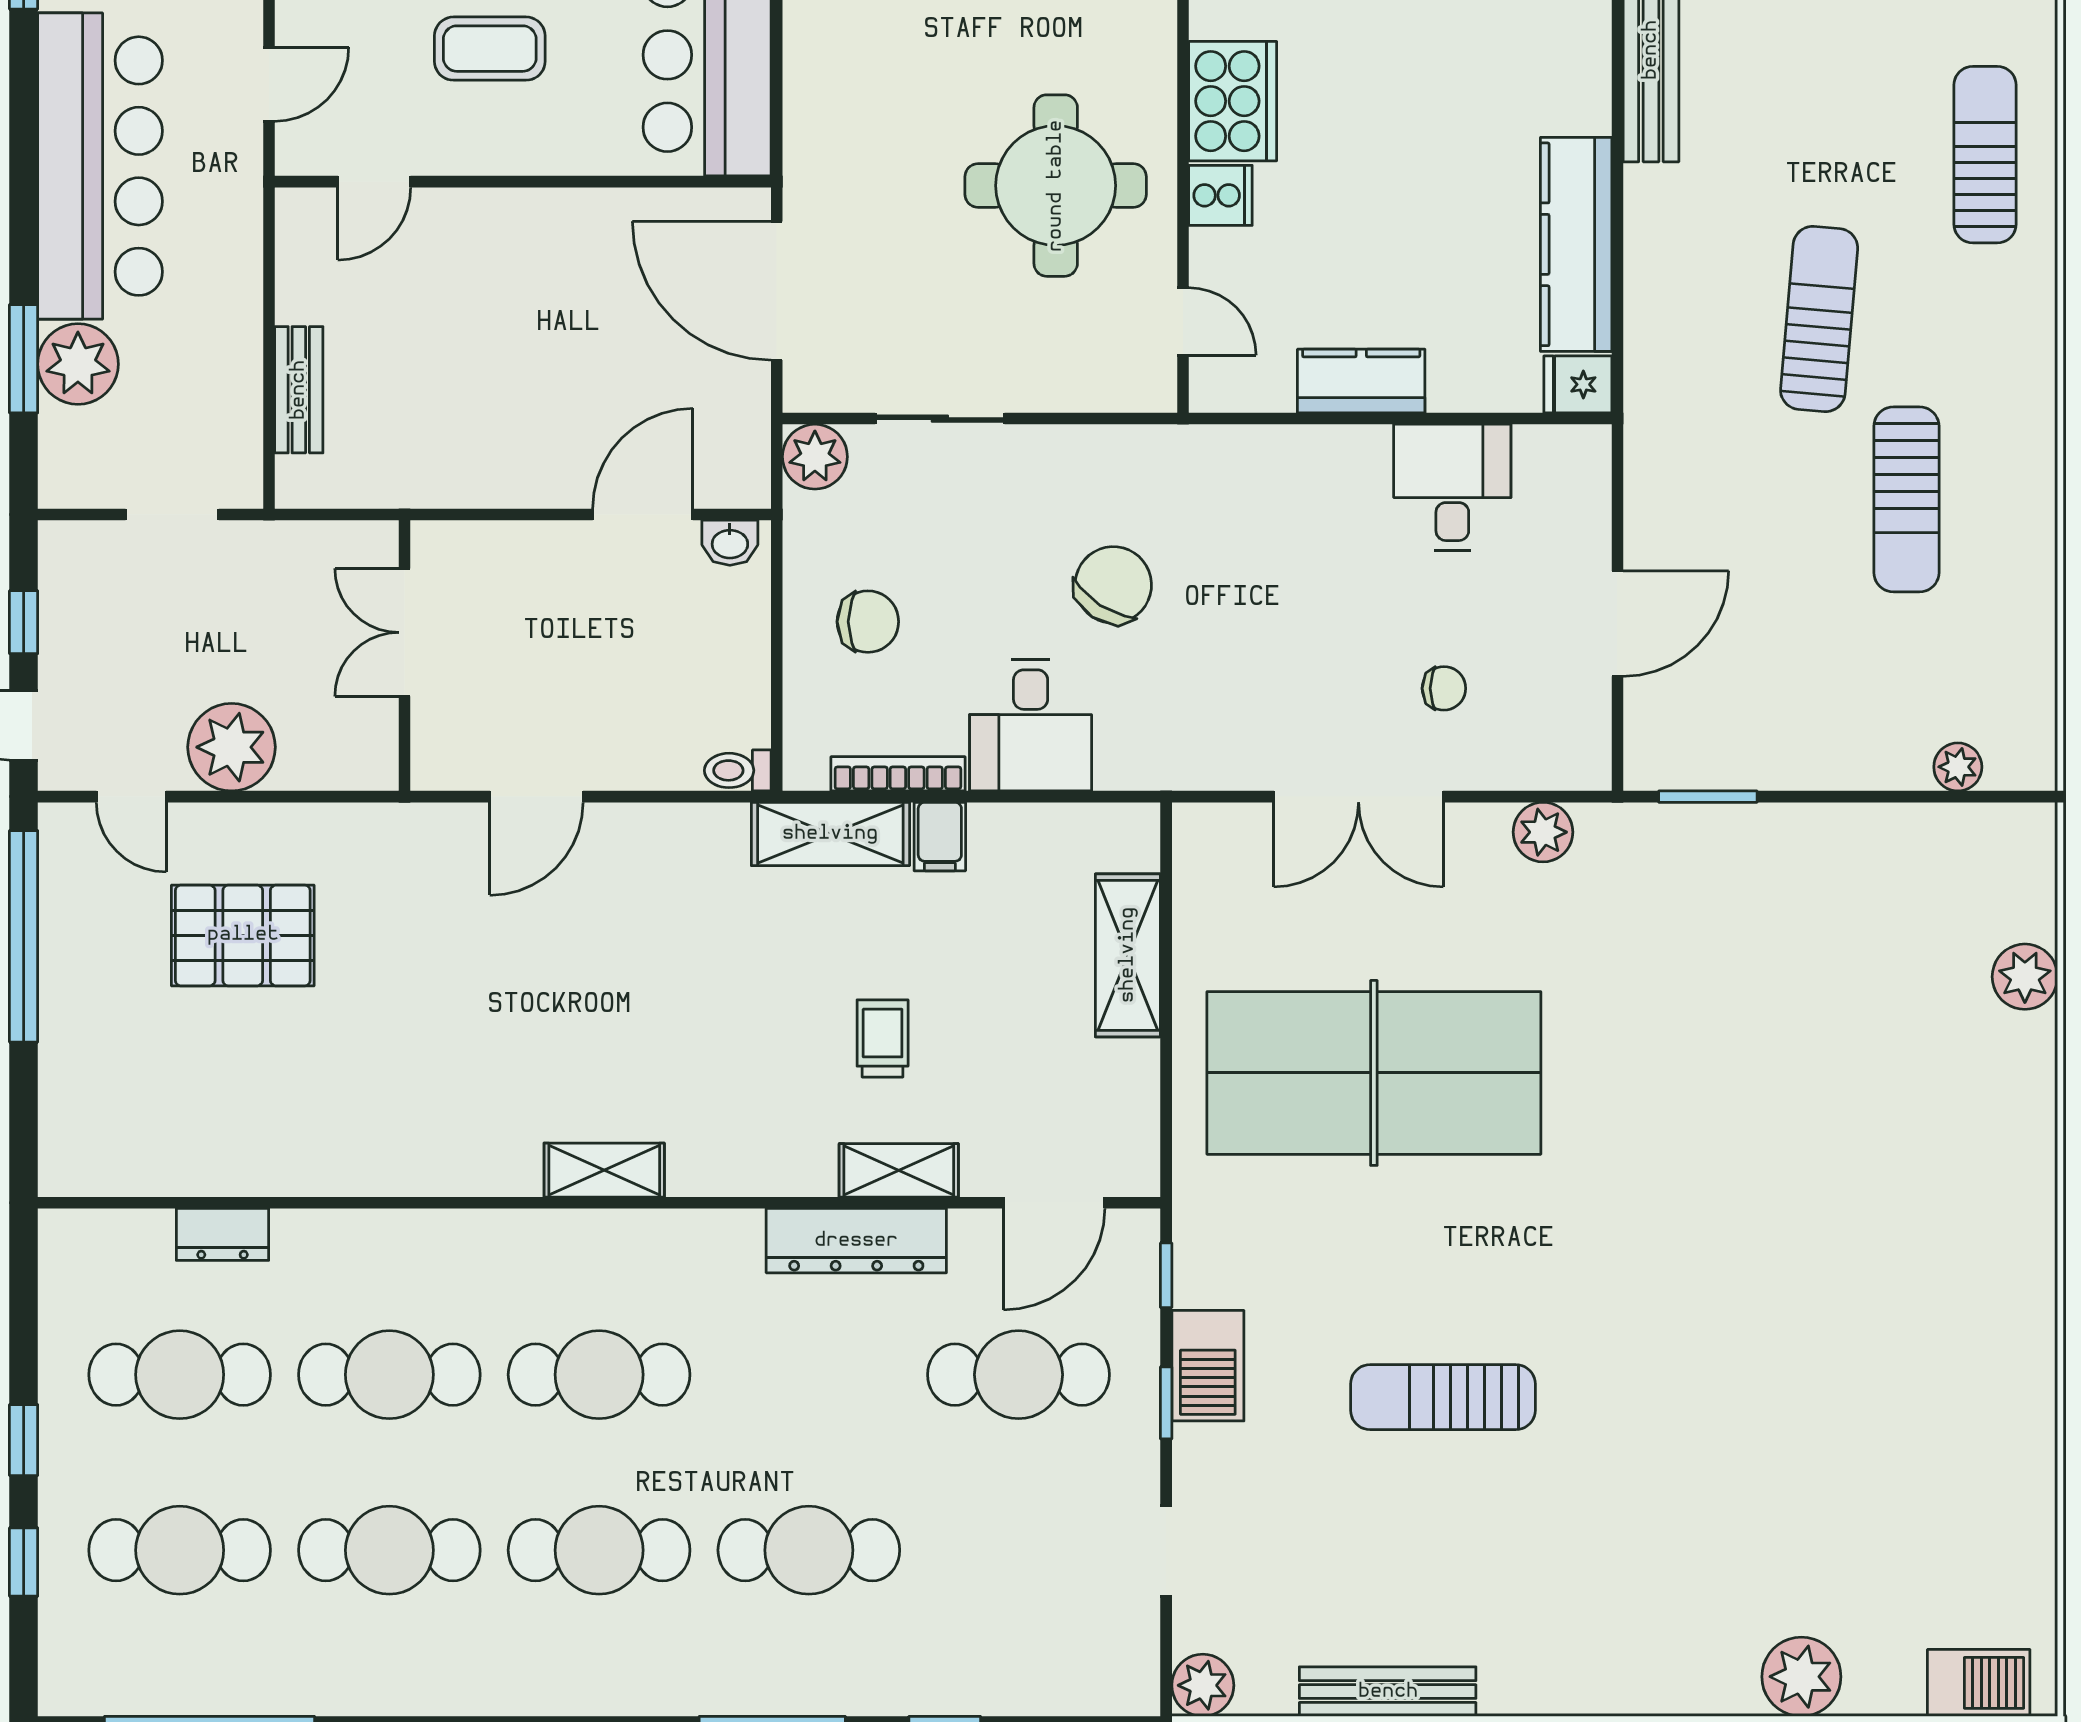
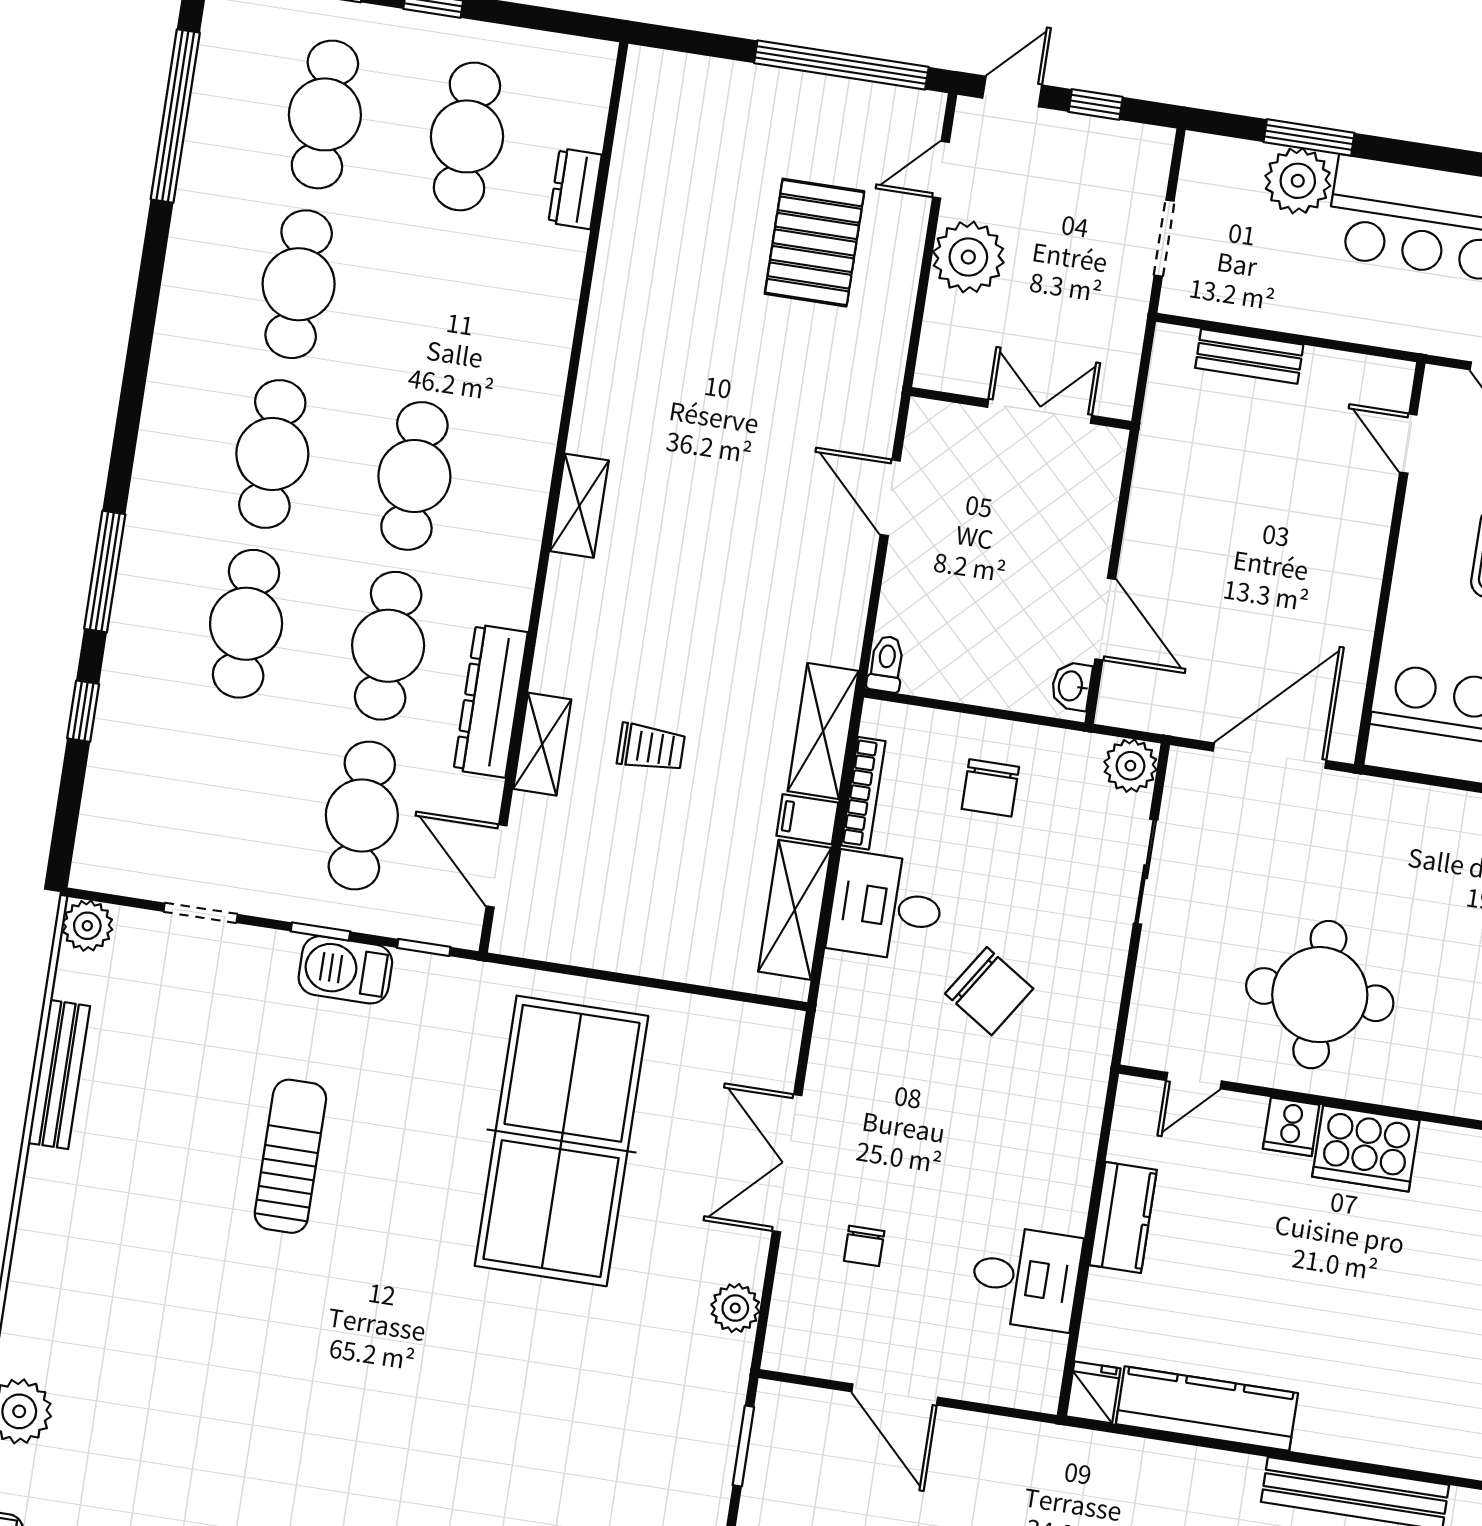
shelving: (1128, 955) -> (795, 910), moved, turned 90
cafe table: (389, 1375) -> (388, 646), moved

